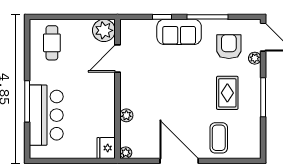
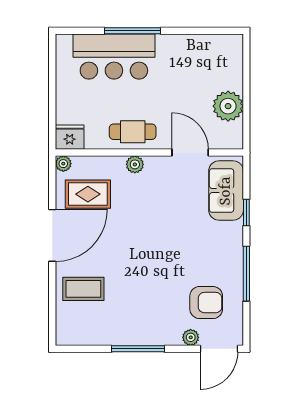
plant: (104, 30) -> (228, 106), moved
sofa: (179, 32) -> (226, 191), moved
cafe table: (52, 43) -> (133, 132), moved
rug: (227, 93) -> (88, 194), moved
plant: (126, 115) -> (135, 164), moved

